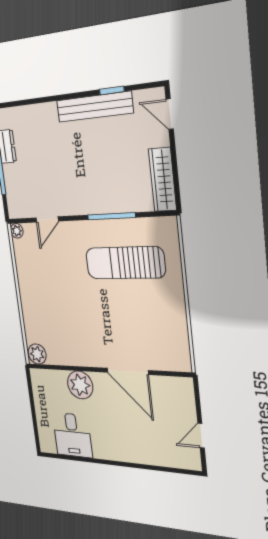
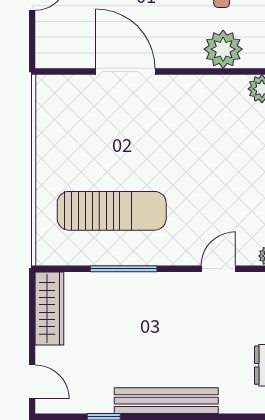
bench: (94, 107) -> (166, 401), moved
plant: (80, 385) -> (223, 49), moved

